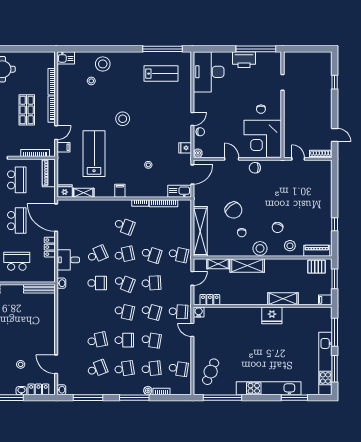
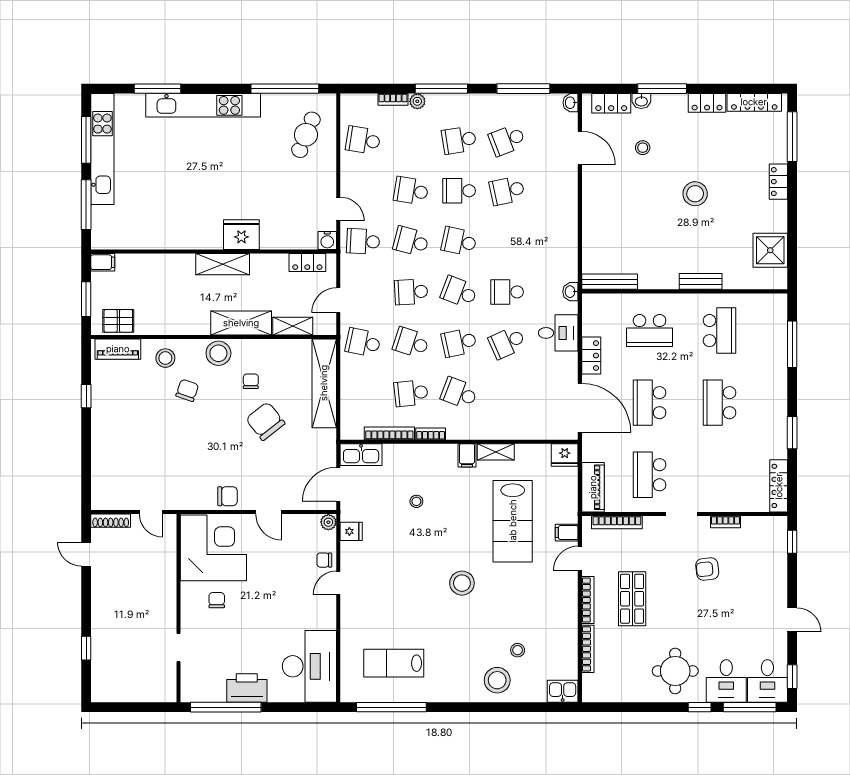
shelving: (83, 193) -> (496, 452), moved
shelving: (283, 299) -> (223, 264), moved
fridge: (272, 315) -> (241, 235), moved
school desk: (151, 369) -> (411, 393), moved

